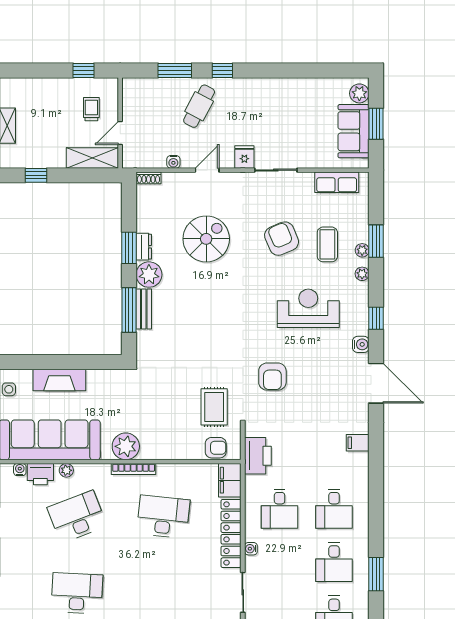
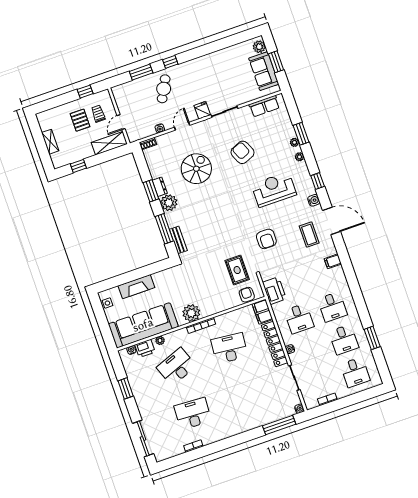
pallet: (62, 109) -> (80, 120), added
coffee table: (327, 244) -> (309, 235), moved
bench: (144, 309) -> (178, 240), moved
armchair: (216, 448) -> (247, 295), turned -90

